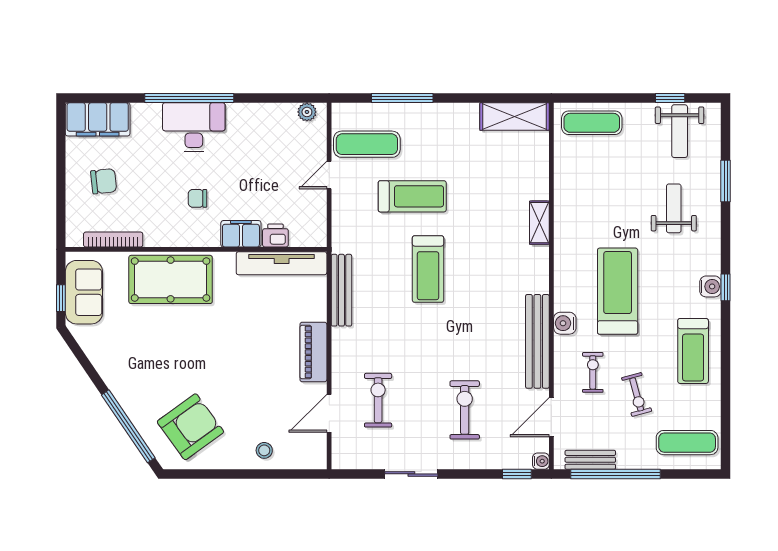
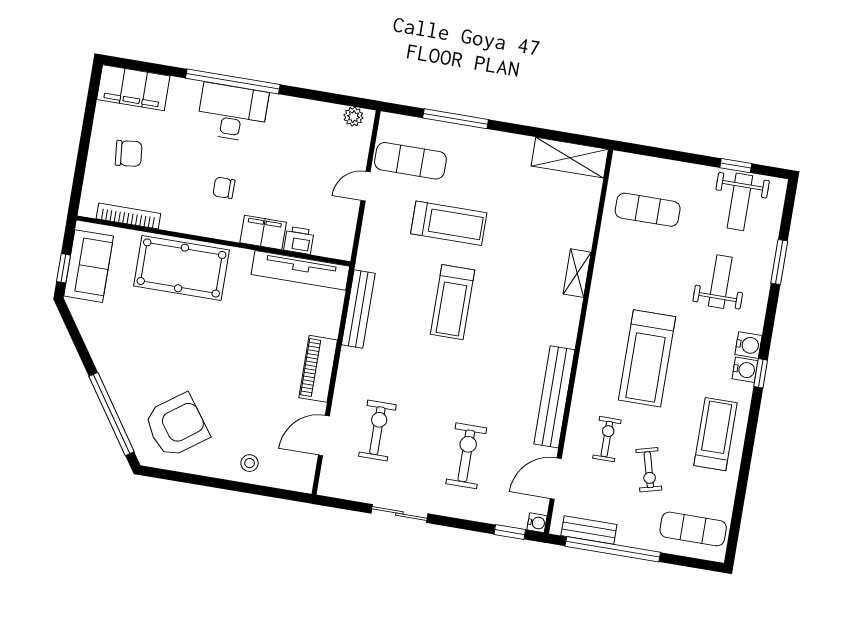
exercise mat: (592, 123) -> (648, 210), moved
treadmill: (618, 291) -> (647, 358), turned 180
water cooler: (565, 323) -> (748, 345), moved, turned 180
treadmill: (693, 351) -> (715, 434), turned 180

